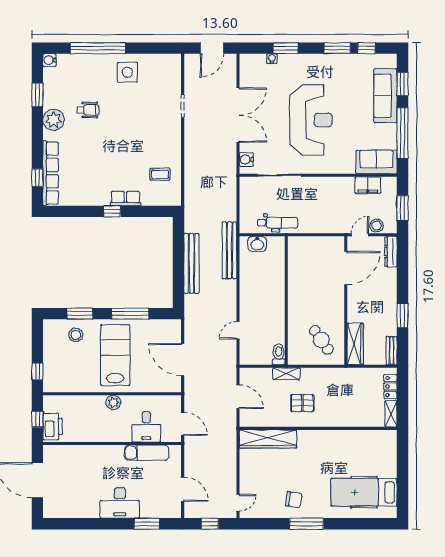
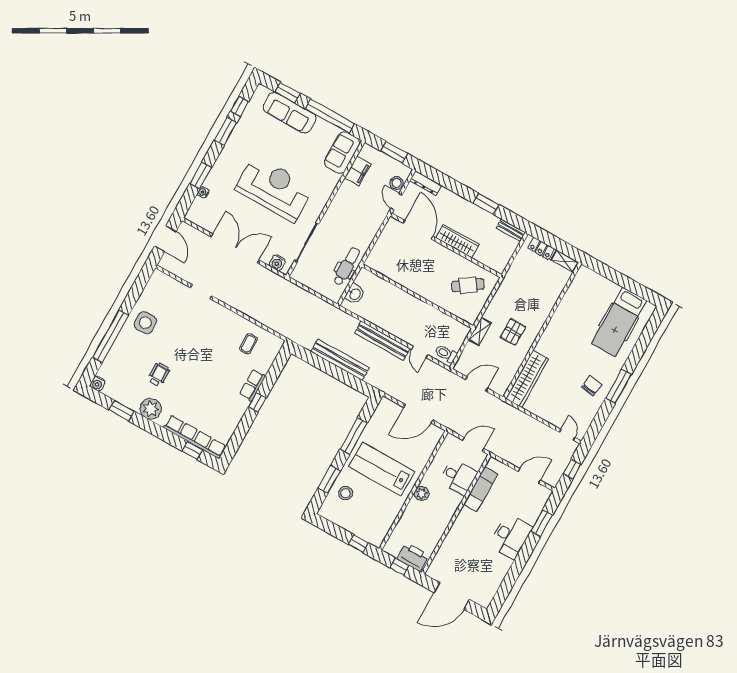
bench: (229, 250) -> (382, 341), moved
wardrobe: (355, 344) -> (457, 241), moved
toilet: (279, 354) -> (446, 354), moved

